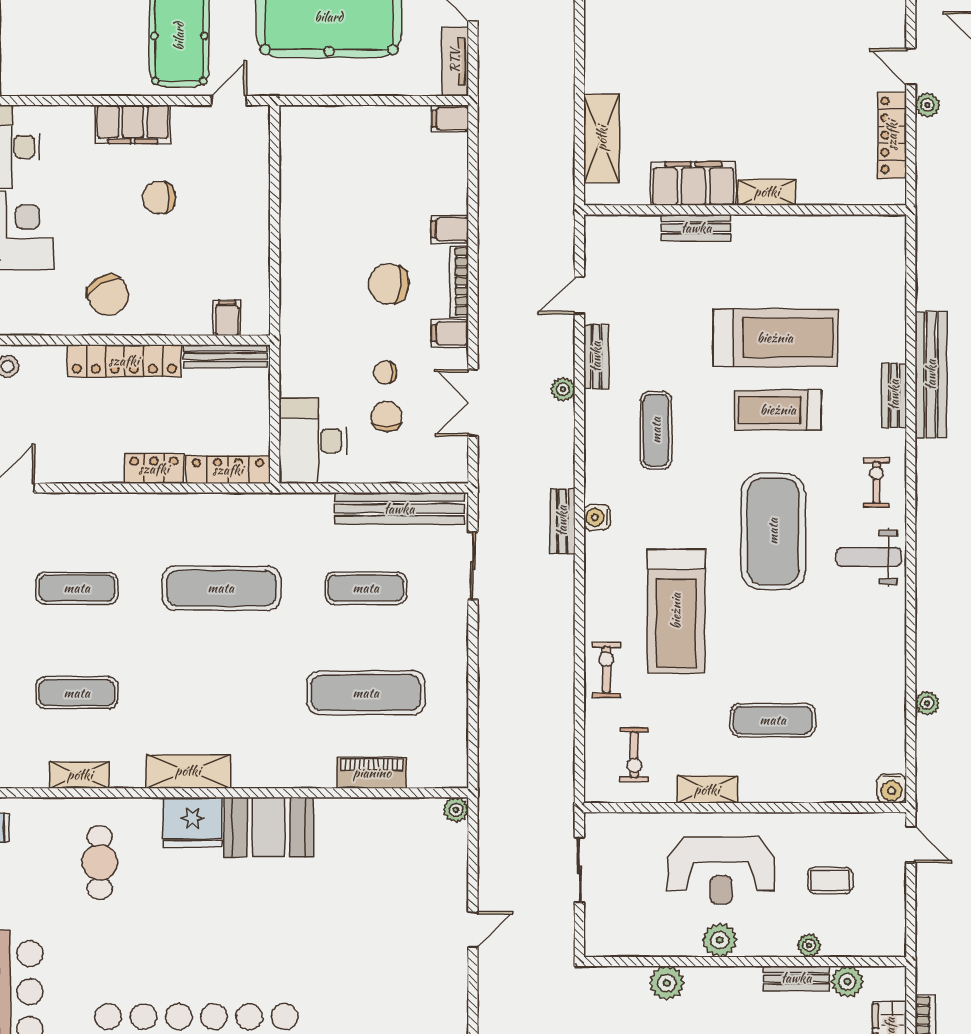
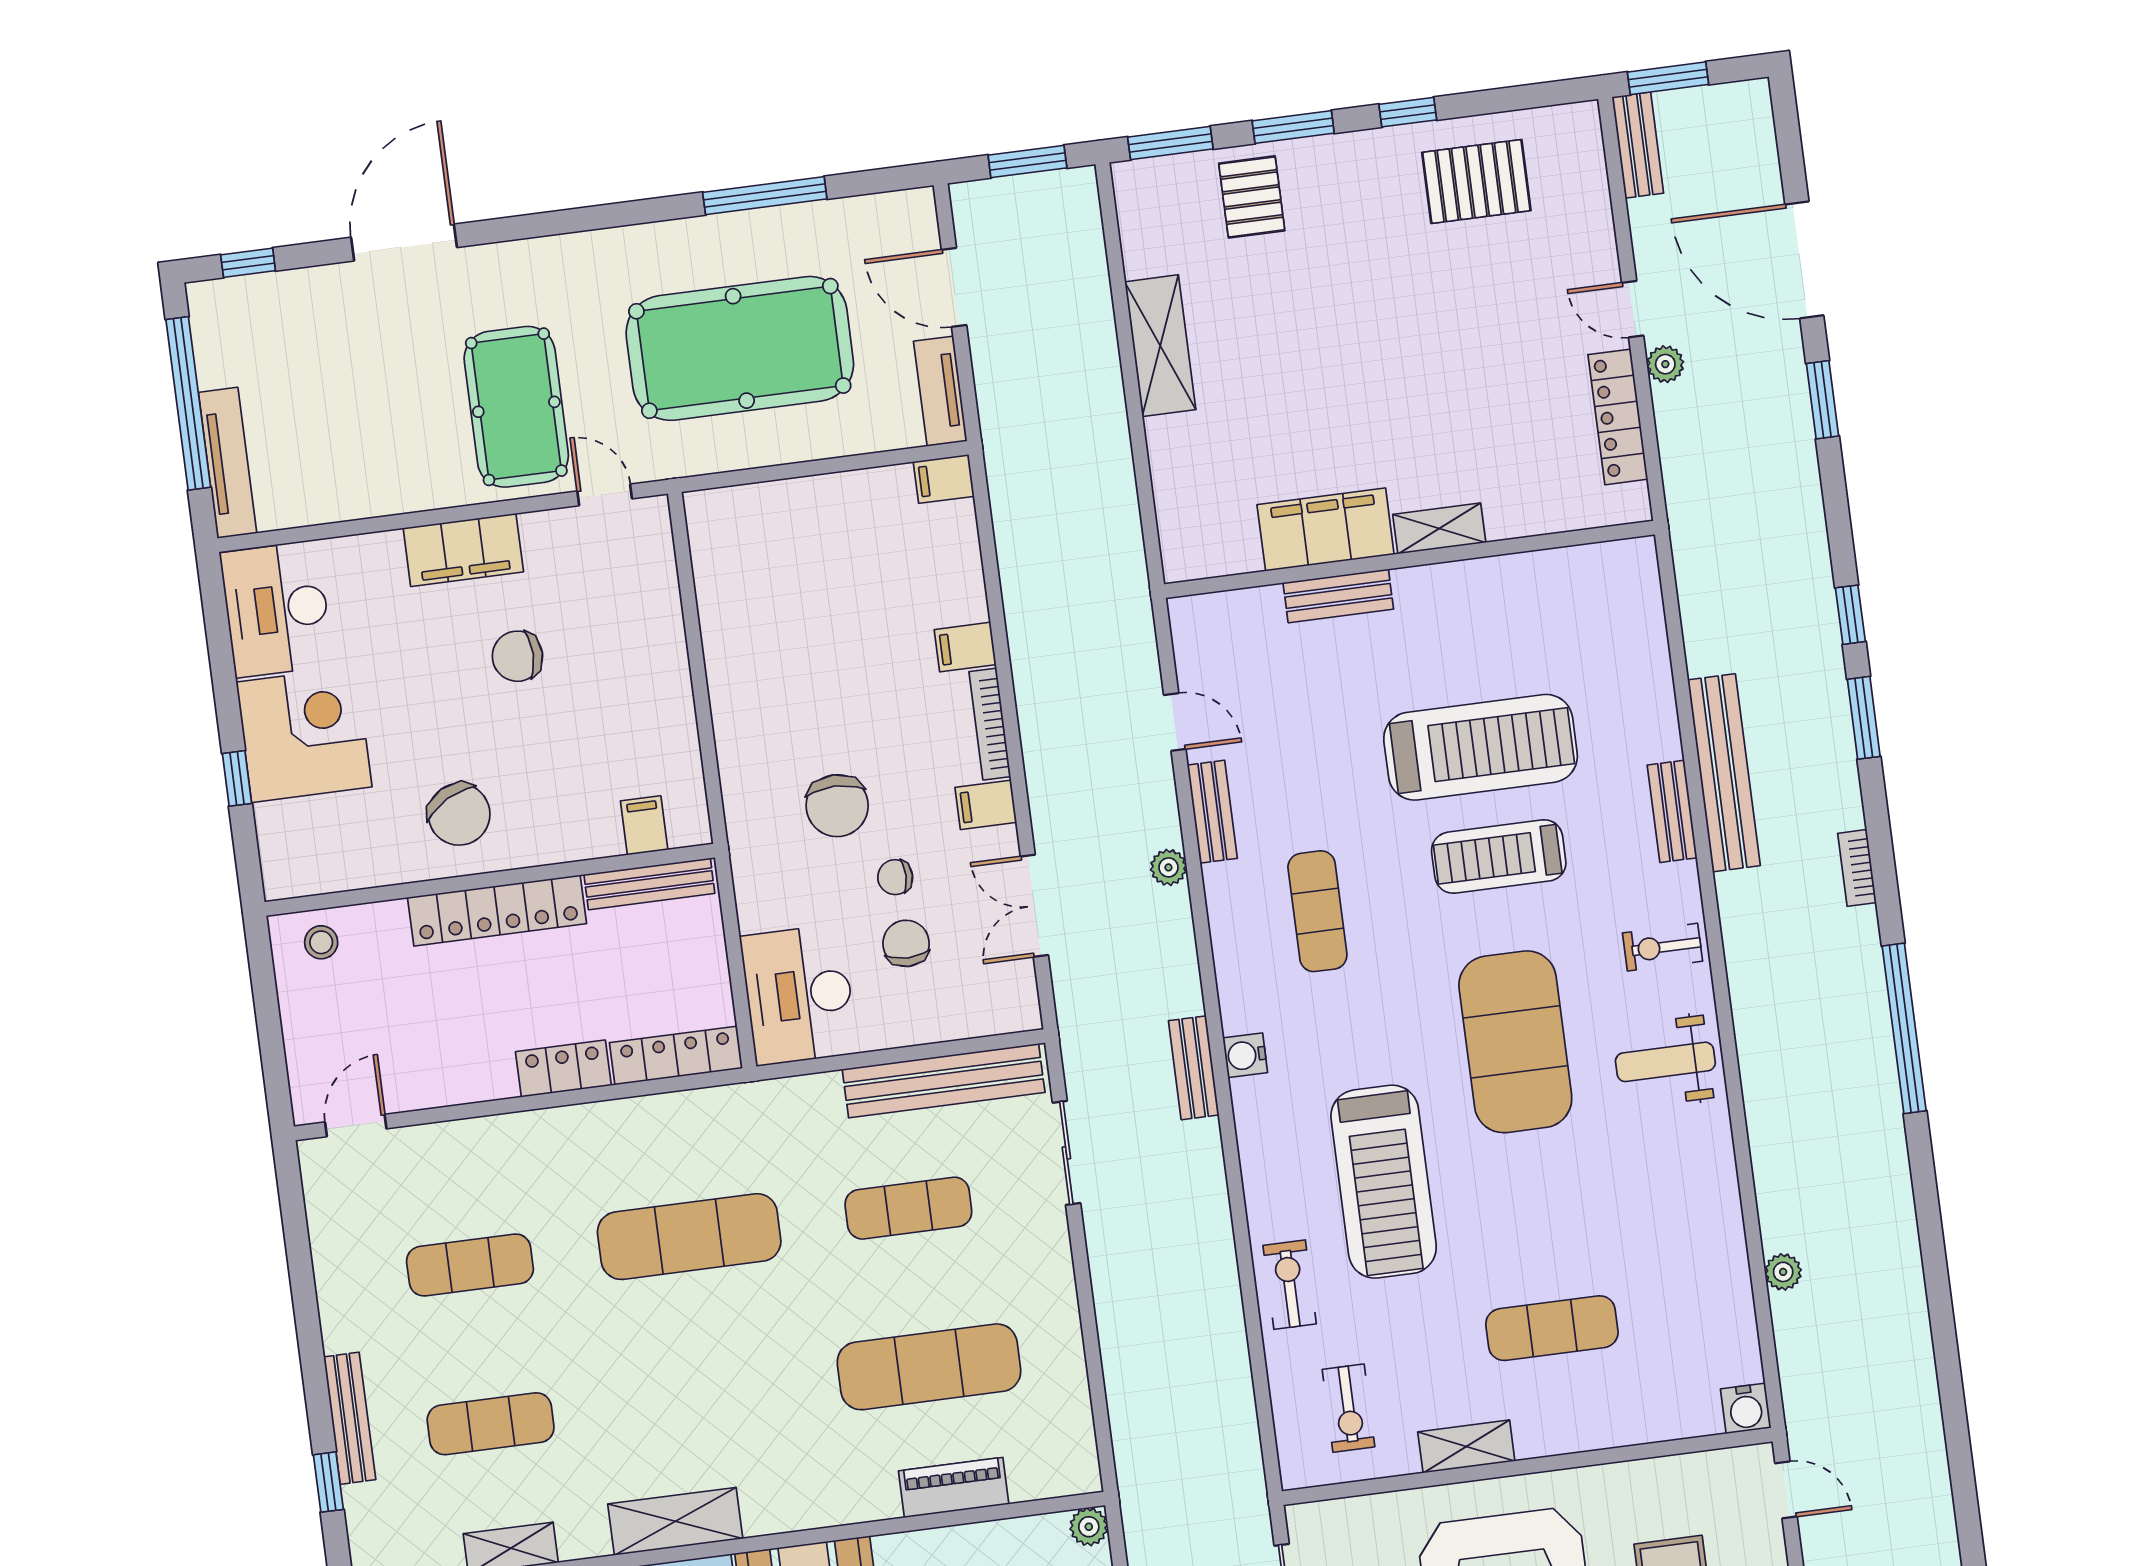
door: (229, 100) -> (605, 495), hinge flipped
shelving: (602, 138) -> (1160, 346), moved
chair: (389, 284) -> (837, 806), moved, turned -96
door: (579, 296) -> (1175, 722), swing flipped
exercise bike: (876, 482) -> (1663, 947), turned -90

